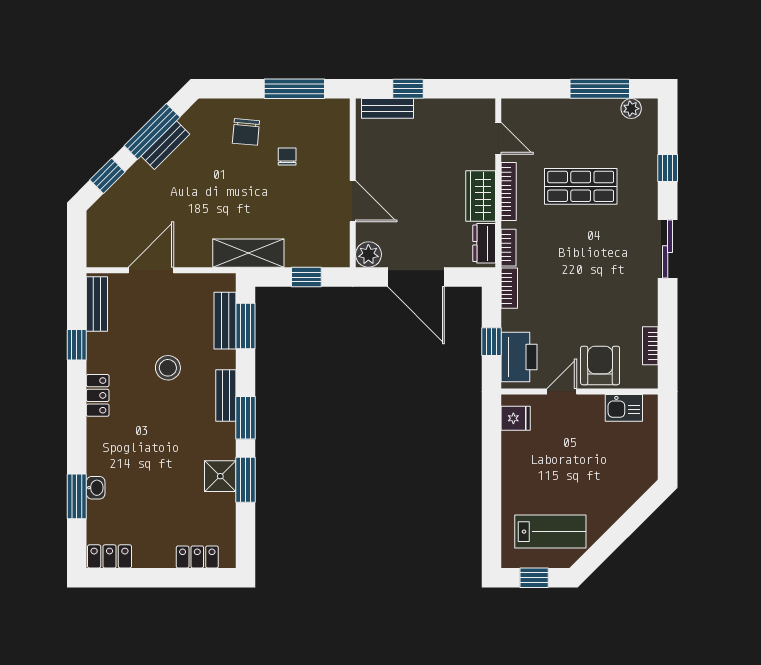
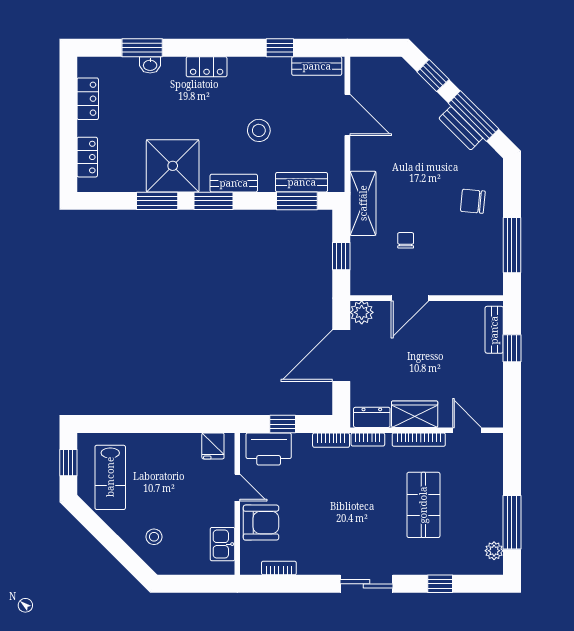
door: (498, 138) -> (467, 430), swing flipped
chair: (287, 157) -> (406, 240), moved, turned -90
locker: (98, 395) -> (207, 67), moved
shower: (220, 476) -> (173, 166), width x1.86, depth x1.86
stool: (616, 483) -> (154, 537), added
locker: (109, 556) -> (88, 99), moved

